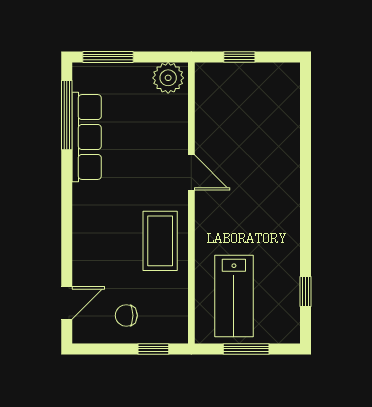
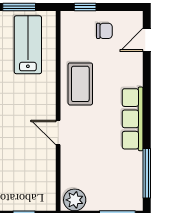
row of seats: (87, 137) -> (133, 119), moved

